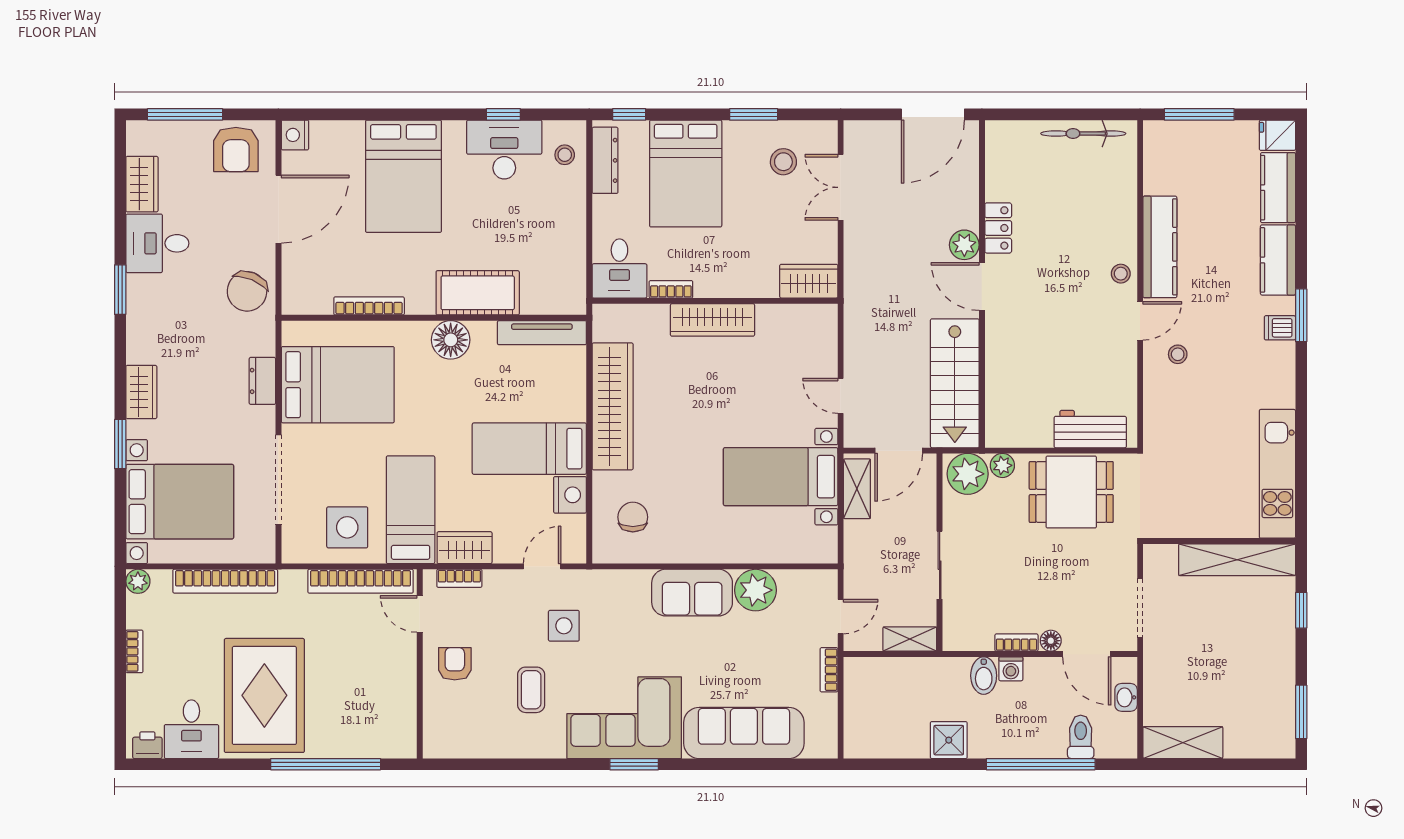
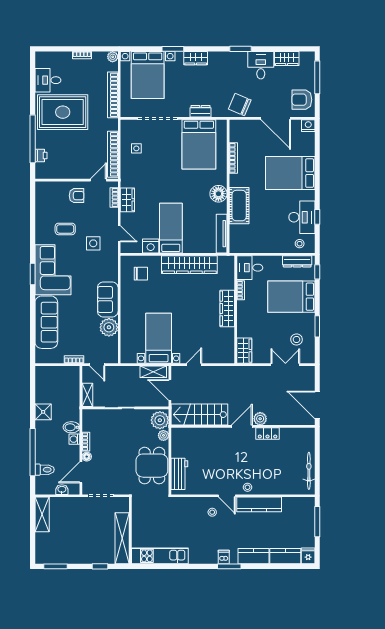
bed: (411, 510) -> (144, 176), removed
side table: (347, 527) -> (136, 148), width x0.54, depth x0.54
printer: (147, 745) -> (41, 156), moved

